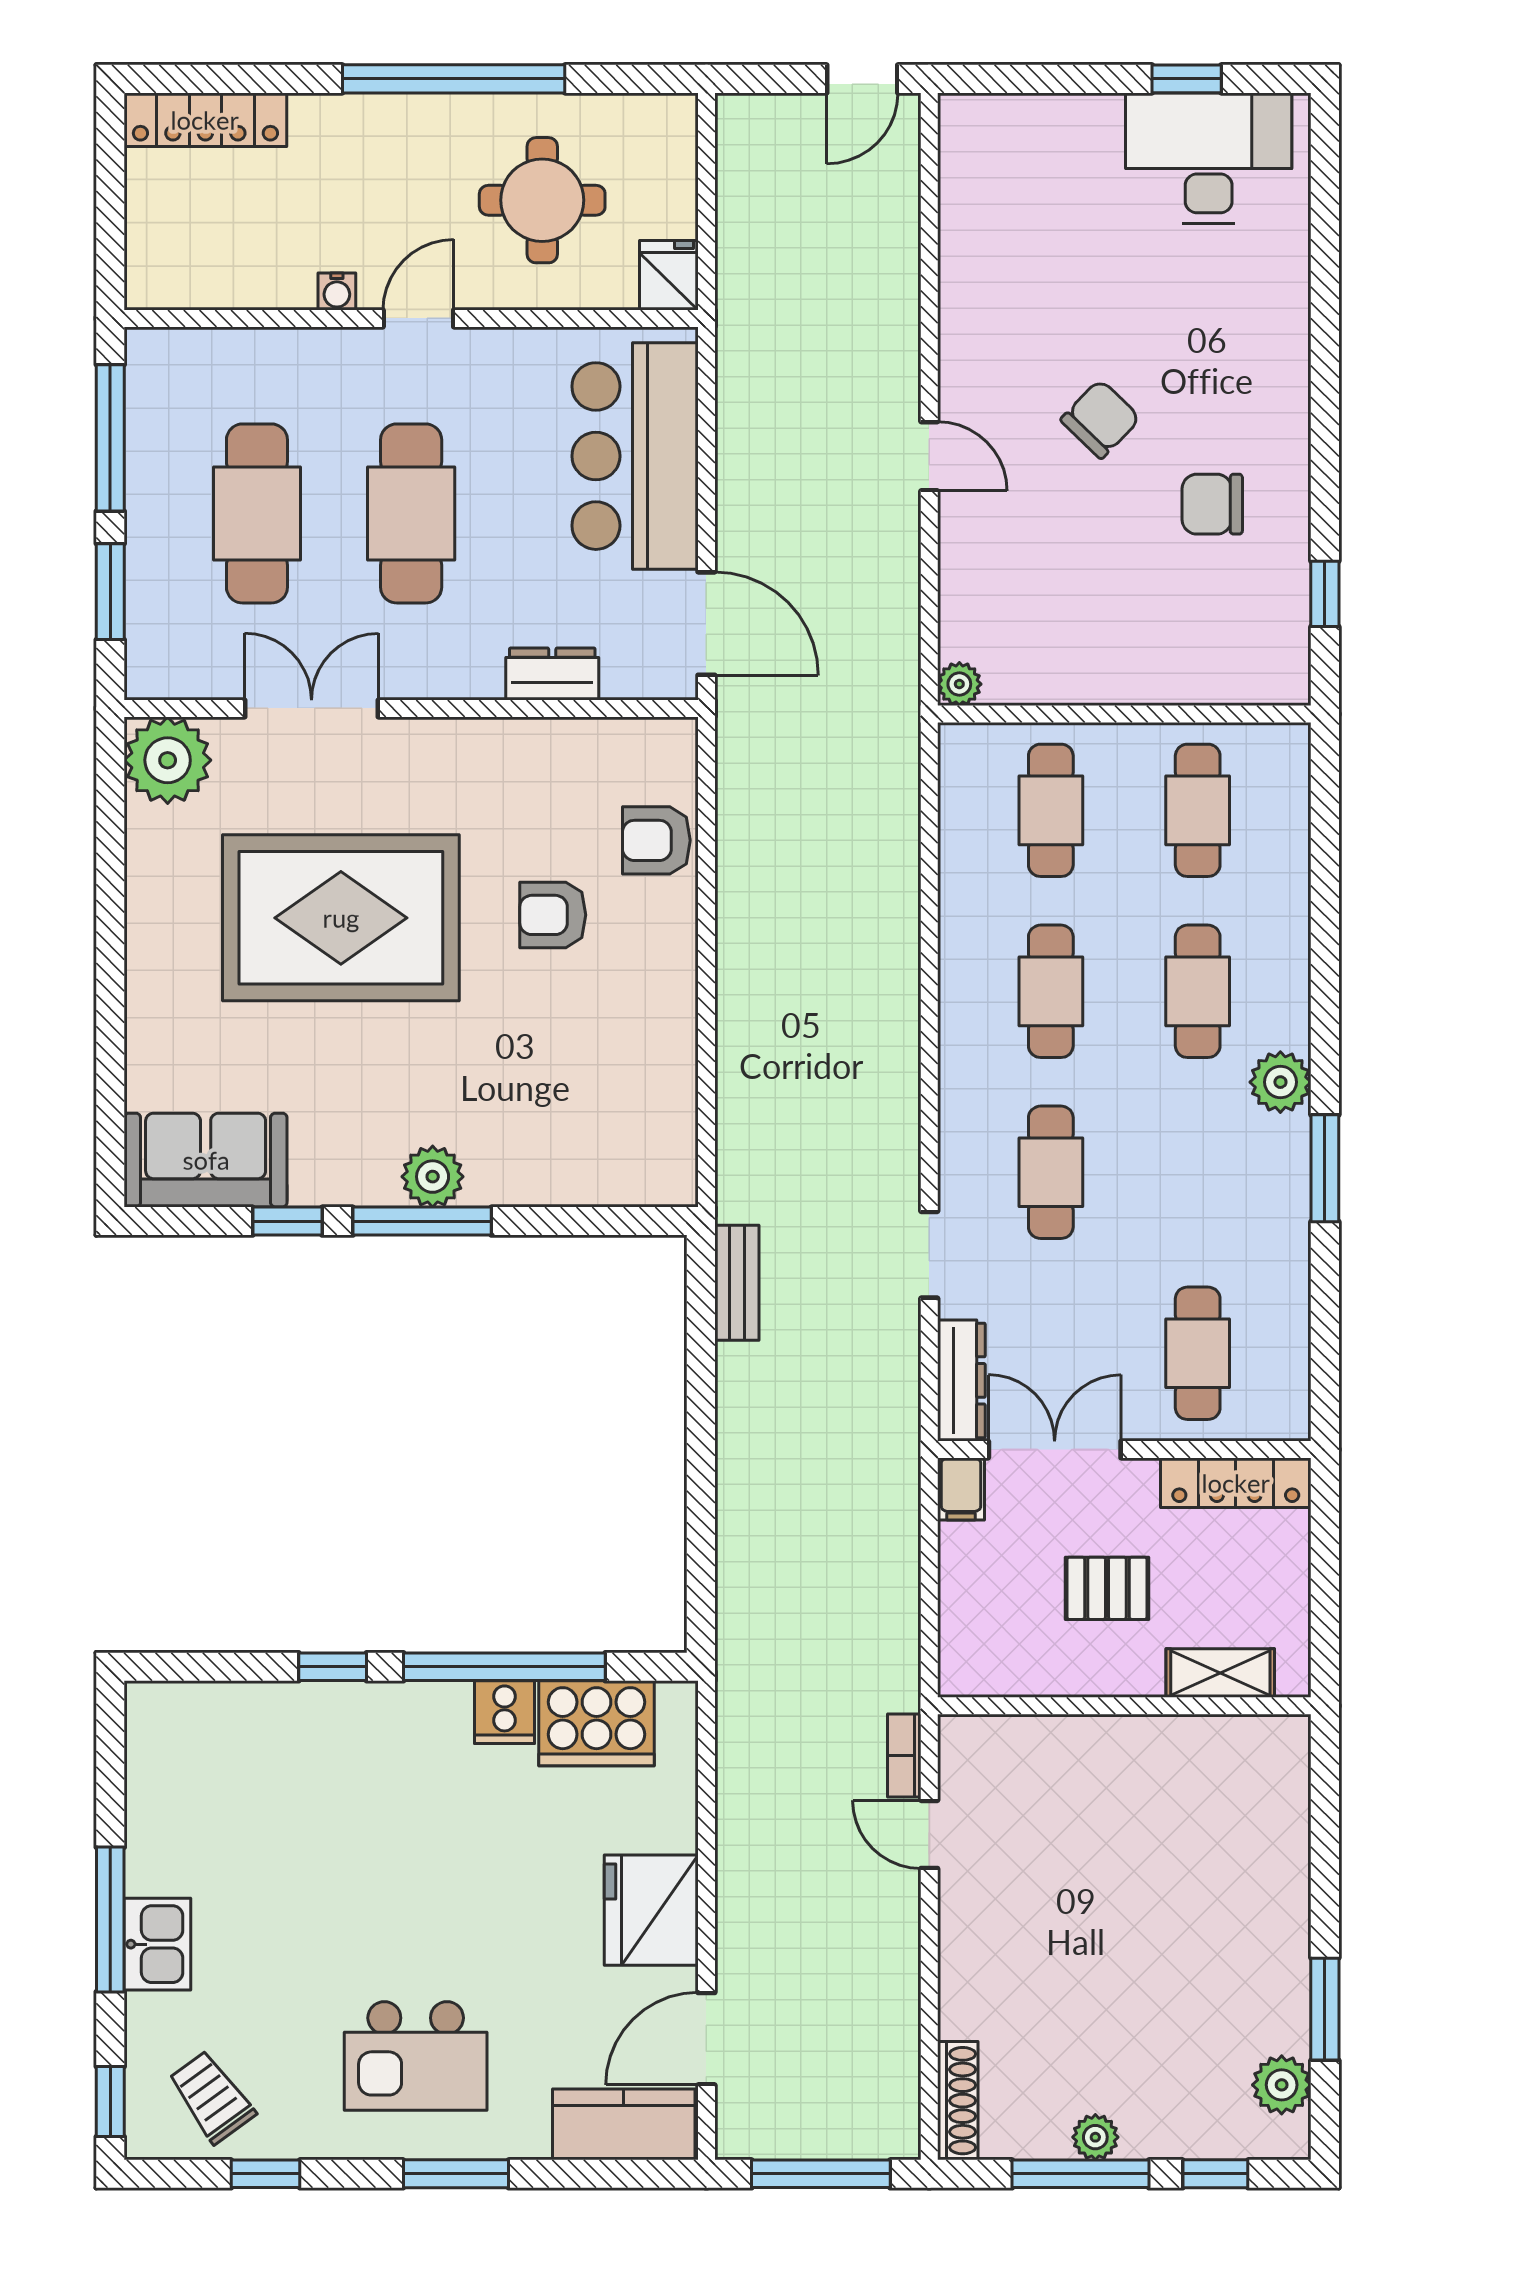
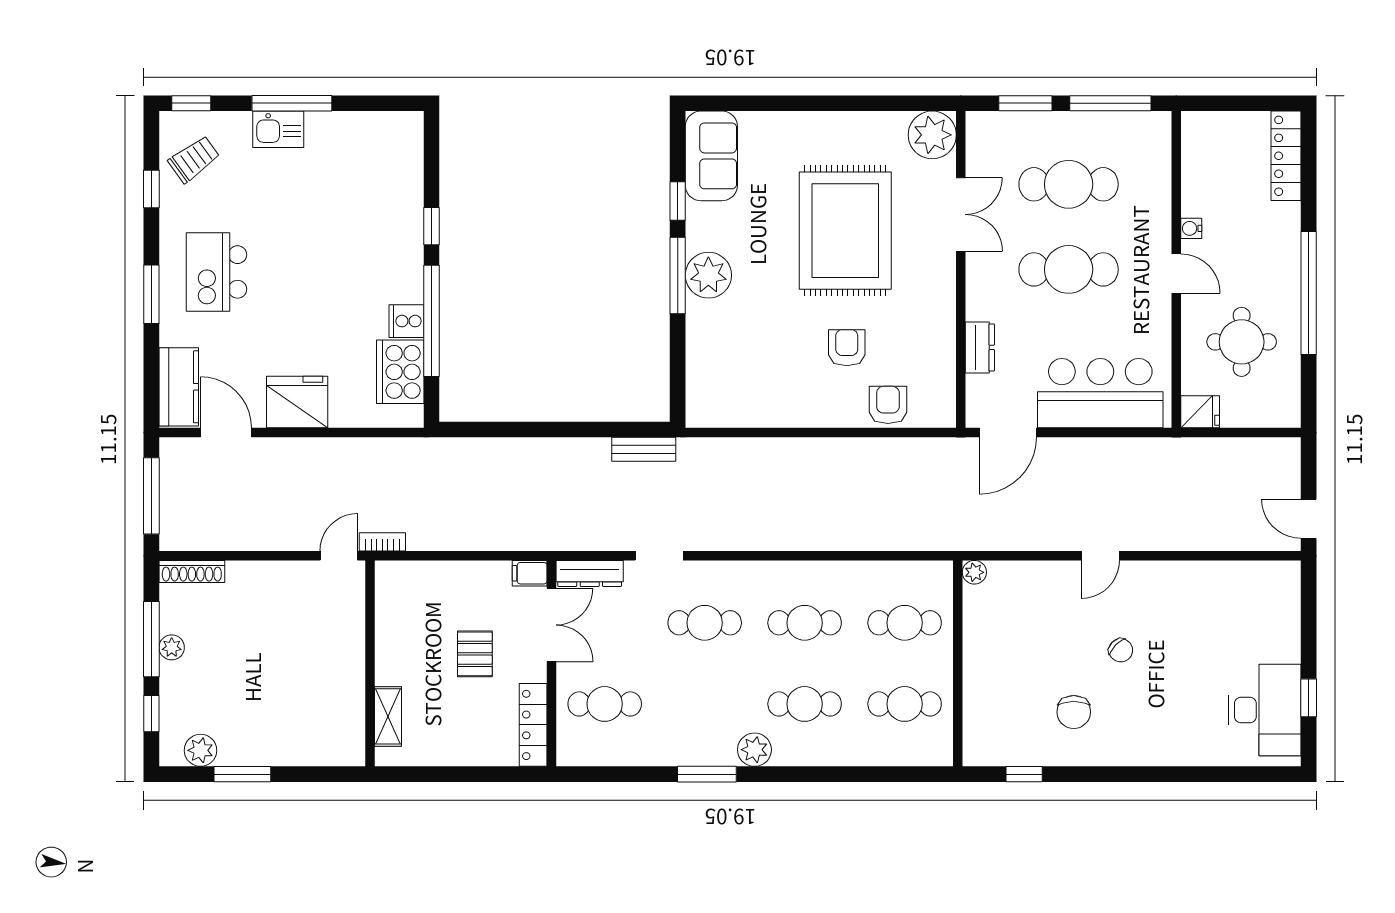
chair: (1100, 419) -> (1121, 650), width x0.73, depth x0.73
chair: (1212, 504) -> (1074, 712), turned 180
plant: (433, 1177) -> (708, 275), width x1.36, depth x1.36
shelving: (1220, 1673) -> (388, 716), moved
wall: (1124, 1706) -> (370, 663), moved

